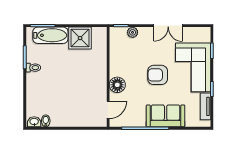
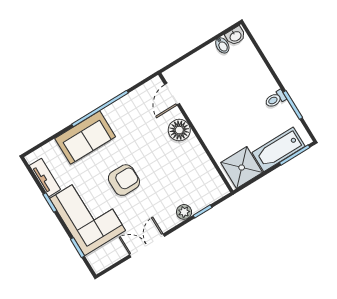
wall: (108, 77) -> (196, 133), moved
floor lamp: (117, 85) -> (179, 130), moved
door: (108, 110) -> (172, 94), moved

